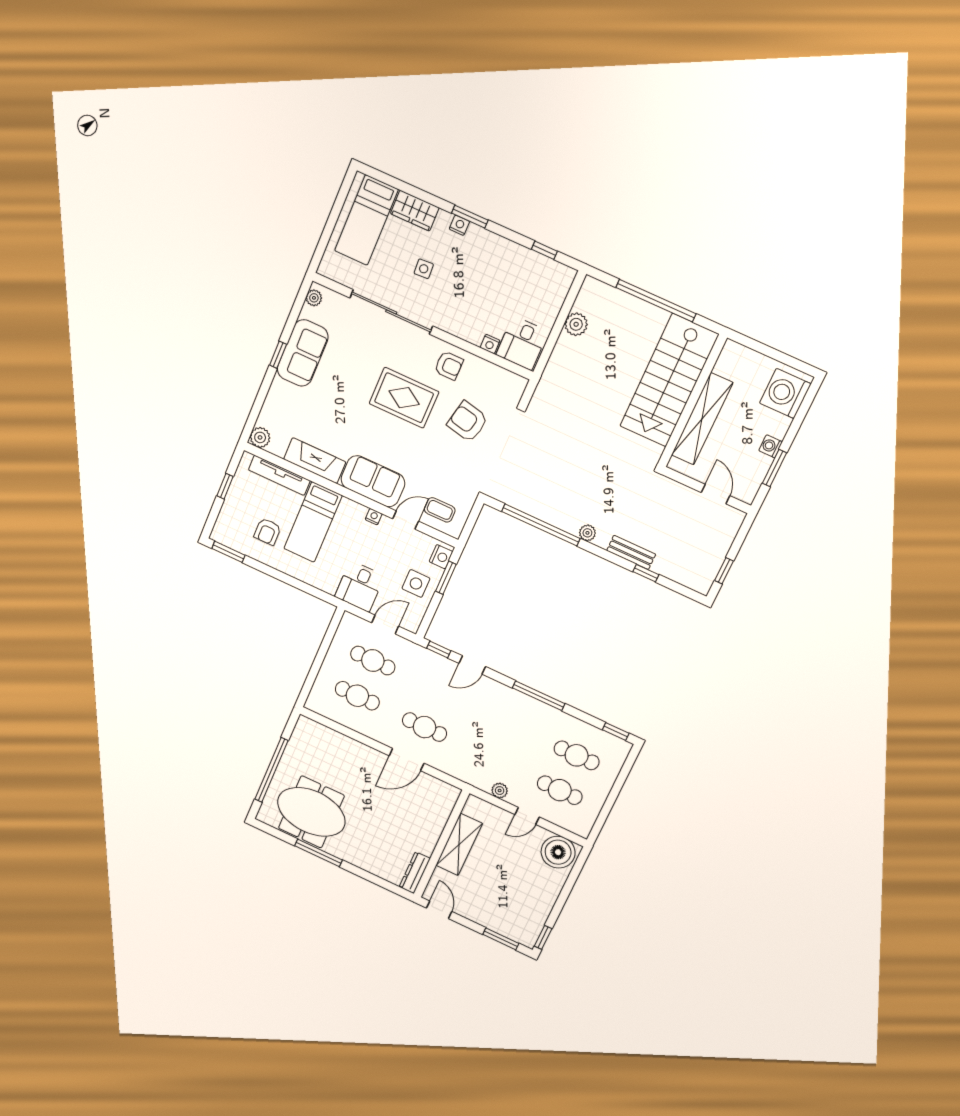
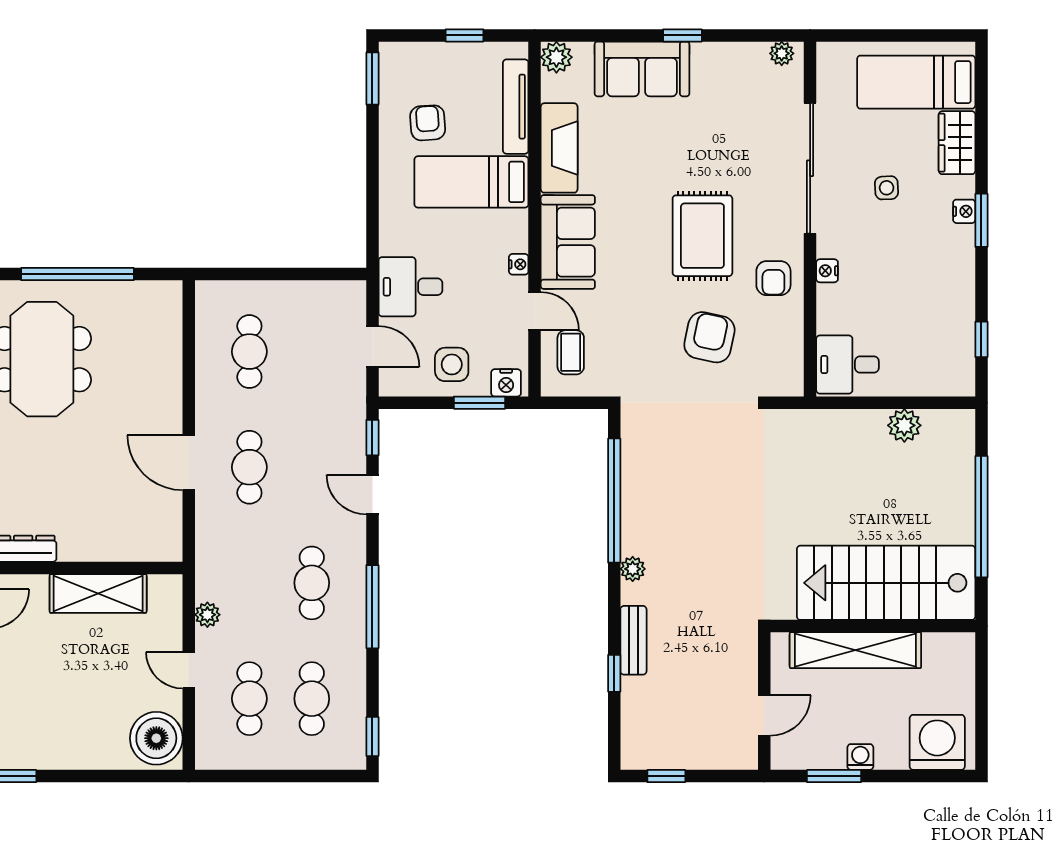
nightstand: (490, 344) -> (827, 271), moved
sofa: (303, 353) -> (642, 69), moved
armchair: (267, 532) -> (428, 123), turned 86
cafe table: (373, 661) -> (312, 583), moved

